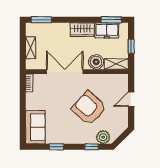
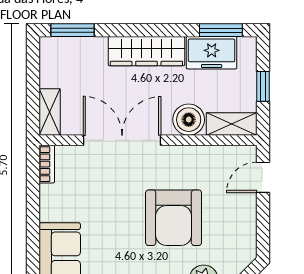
wardrobe: (82, 30) -> (146, 51), width x1.50
shelving: (31, 48) -> (50, 112), moved
door: (131, 99) -> (263, 177), moved
armchair: (89, 108) -> (174, 218), turned -132

